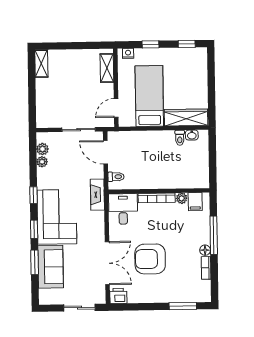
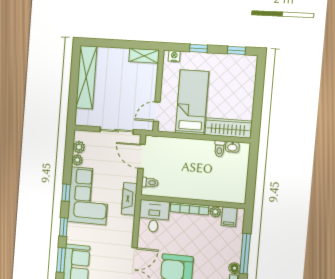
shelving: (41, 64) -> (86, 77), width x2.20, depth x1.33
shelving: (107, 68) -> (144, 56), moved, turned 90
corner sofa: (57, 217) -> (89, 196), moved

